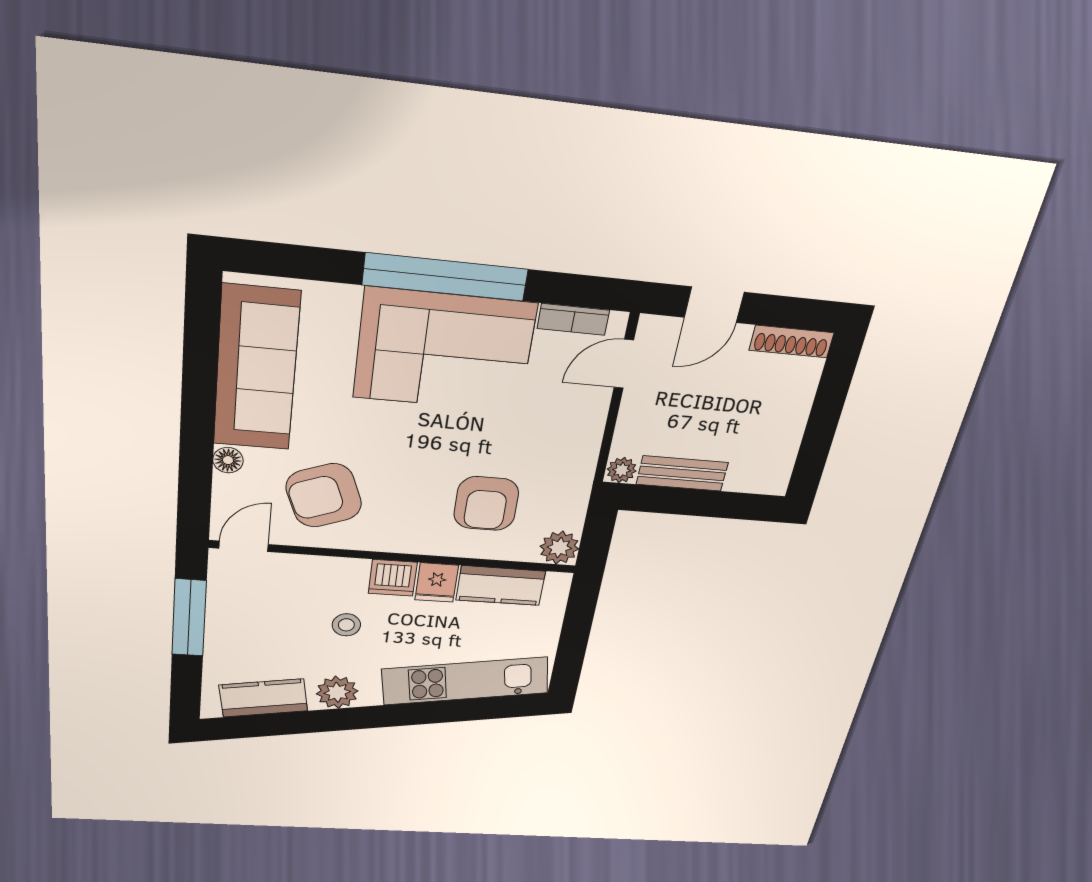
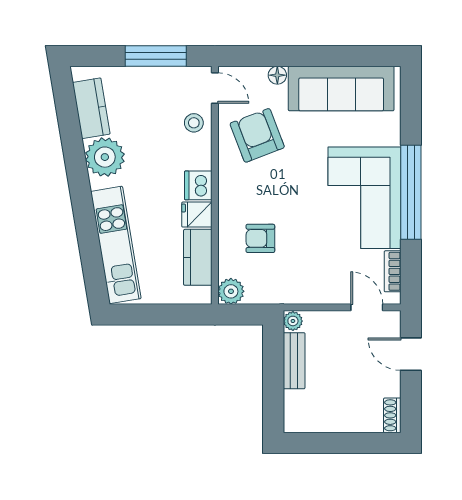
shoe rack: (792, 341) -> (392, 415), width x0.70
armchair: (486, 504) -> (260, 238), width x0.72, depth x0.72
stool: (346, 625) -> (194, 123), moved
plant: (337, 692) -> (105, 157), width x1.36, depth x1.36

